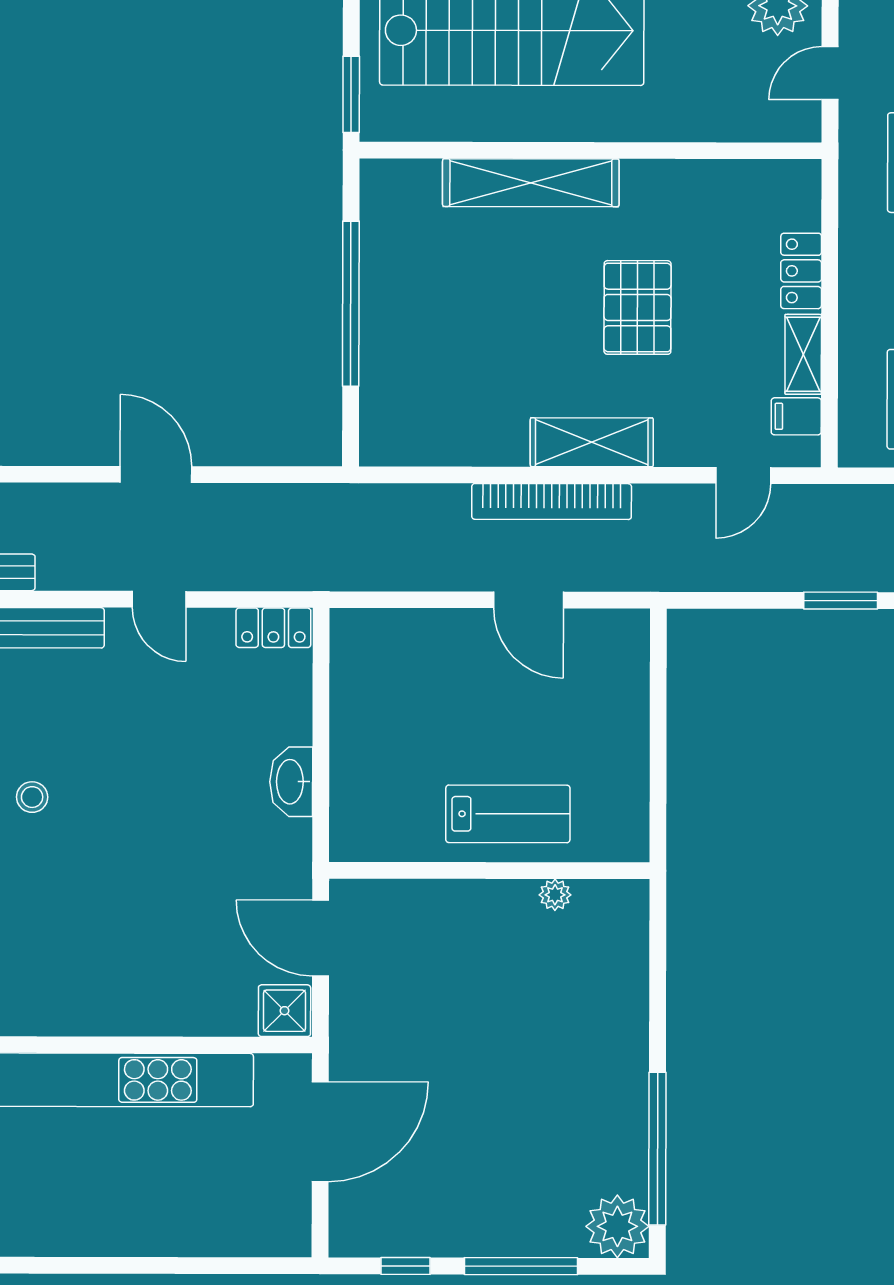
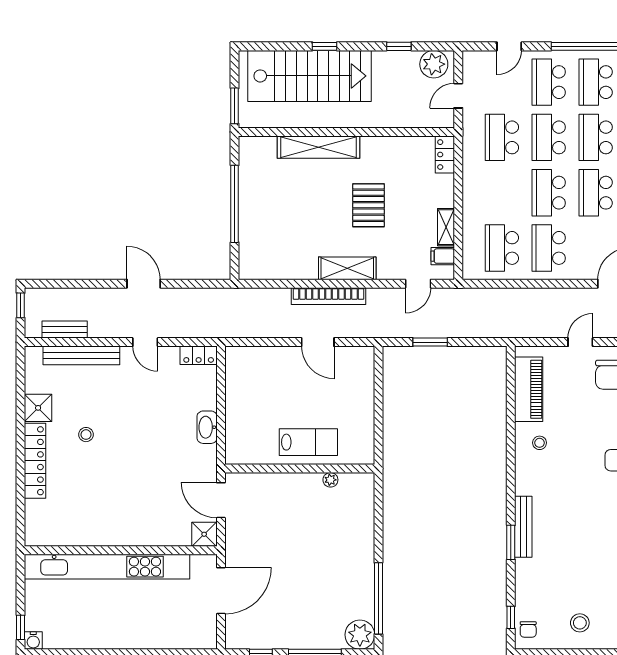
locker: (801, 271) -> (445, 155), moved
window: (841, 601) -> (430, 342), moved

